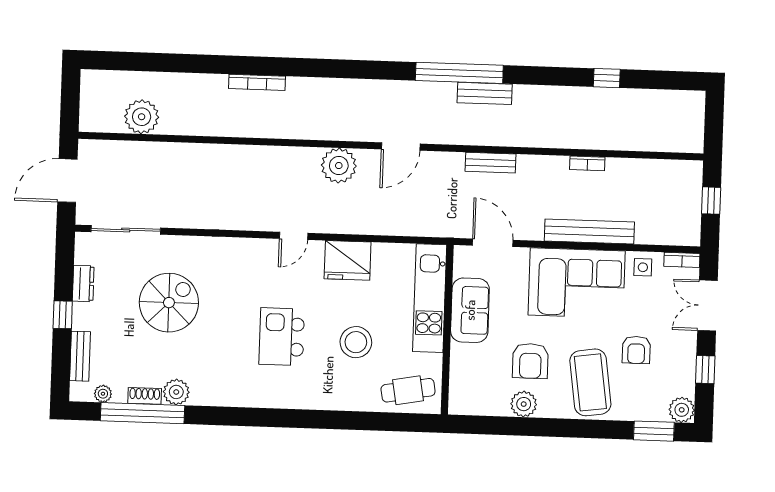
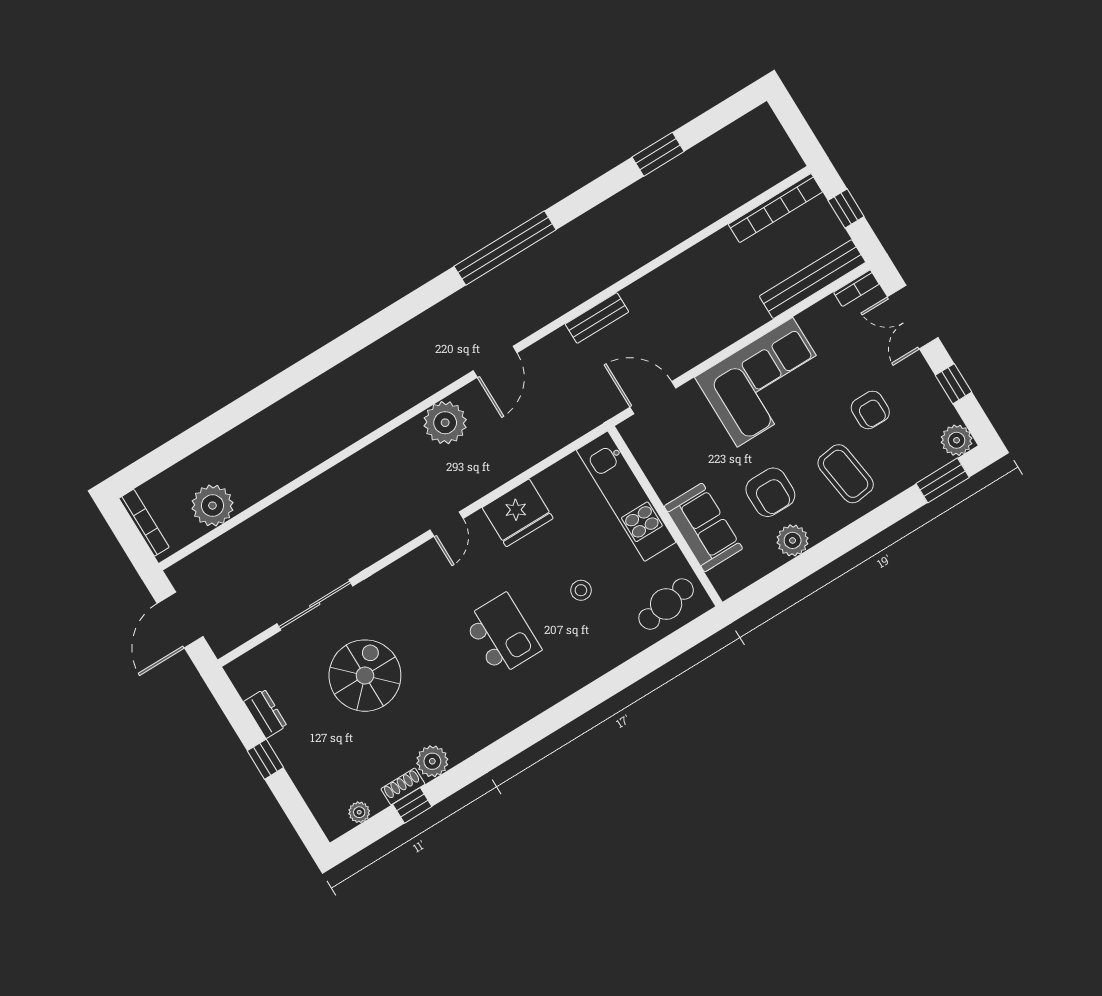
window: (607, 78) -> (658, 154), width x1.50
bookcase: (257, 82) -> (144, 523), moved, turned -90
bench: (485, 93) -> (545, 252), removed
bookcase: (587, 163) -> (775, 208), moved, width x2.31, depth x1.31
sliding door: (126, 230) -> (315, 605), moved
bench: (589, 232) -> (812, 279), moved
side table: (643, 267) -> (822, 322), removed
sofa: (470, 310) -> (703, 527), moved
kitchen island: (282, 337) -> (502, 634), turned 180
stool: (356, 342) -> (581, 590), width x0.53, depth x0.53
bench: (80, 356) -> (311, 790), removed
coffee table: (590, 382) -> (846, 474), width x0.73, depth x0.76
window: (143, 413) -> (412, 805), width x0.32

